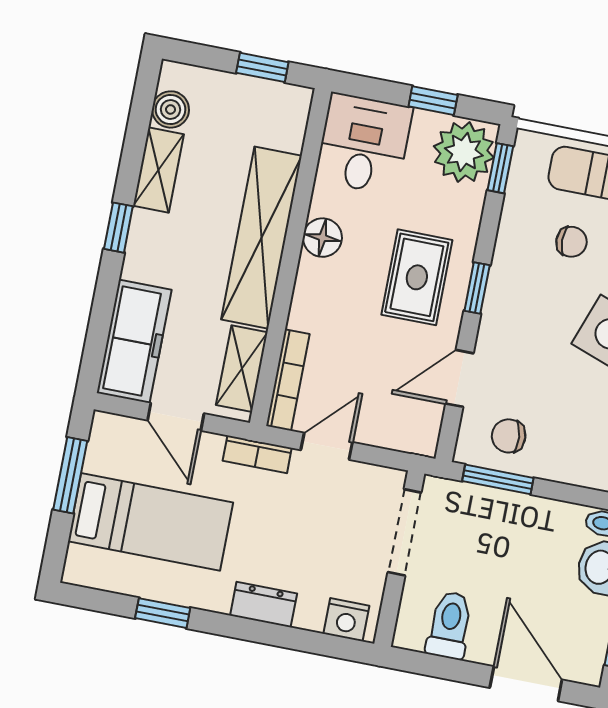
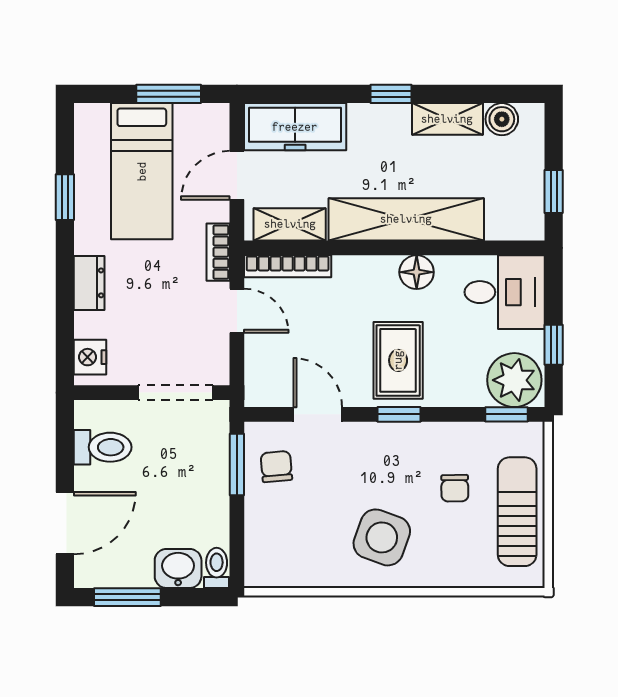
rug: (417, 277) -> (398, 360), turned 90

